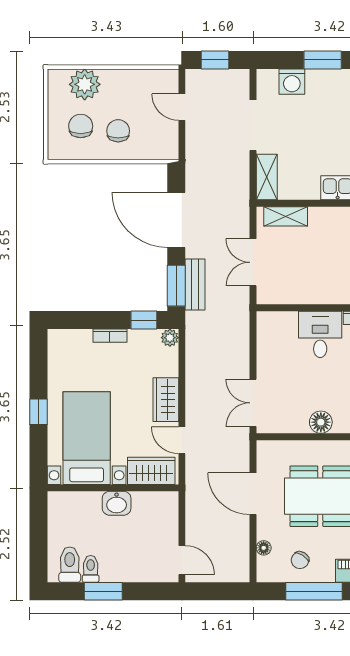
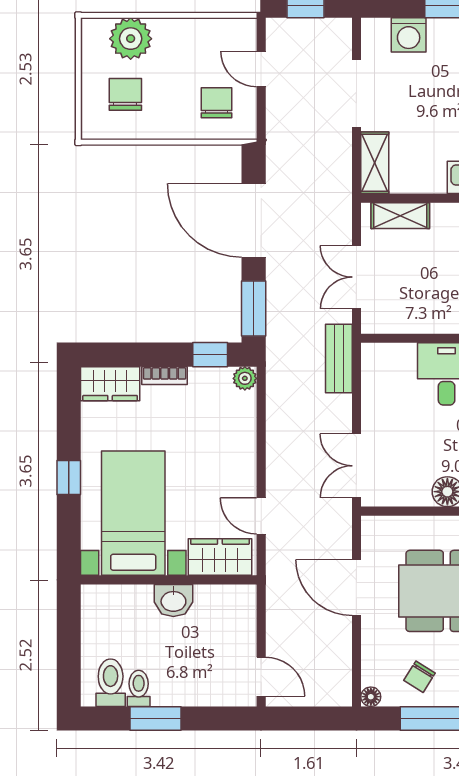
chair: (118, 131) -> (217, 103), moved
bench: (195, 284) -> (339, 358), moved
wardrobe: (166, 400) -> (110, 384), moved, turned -90
floor lamp: (264, 548) -> (371, 697), moved

